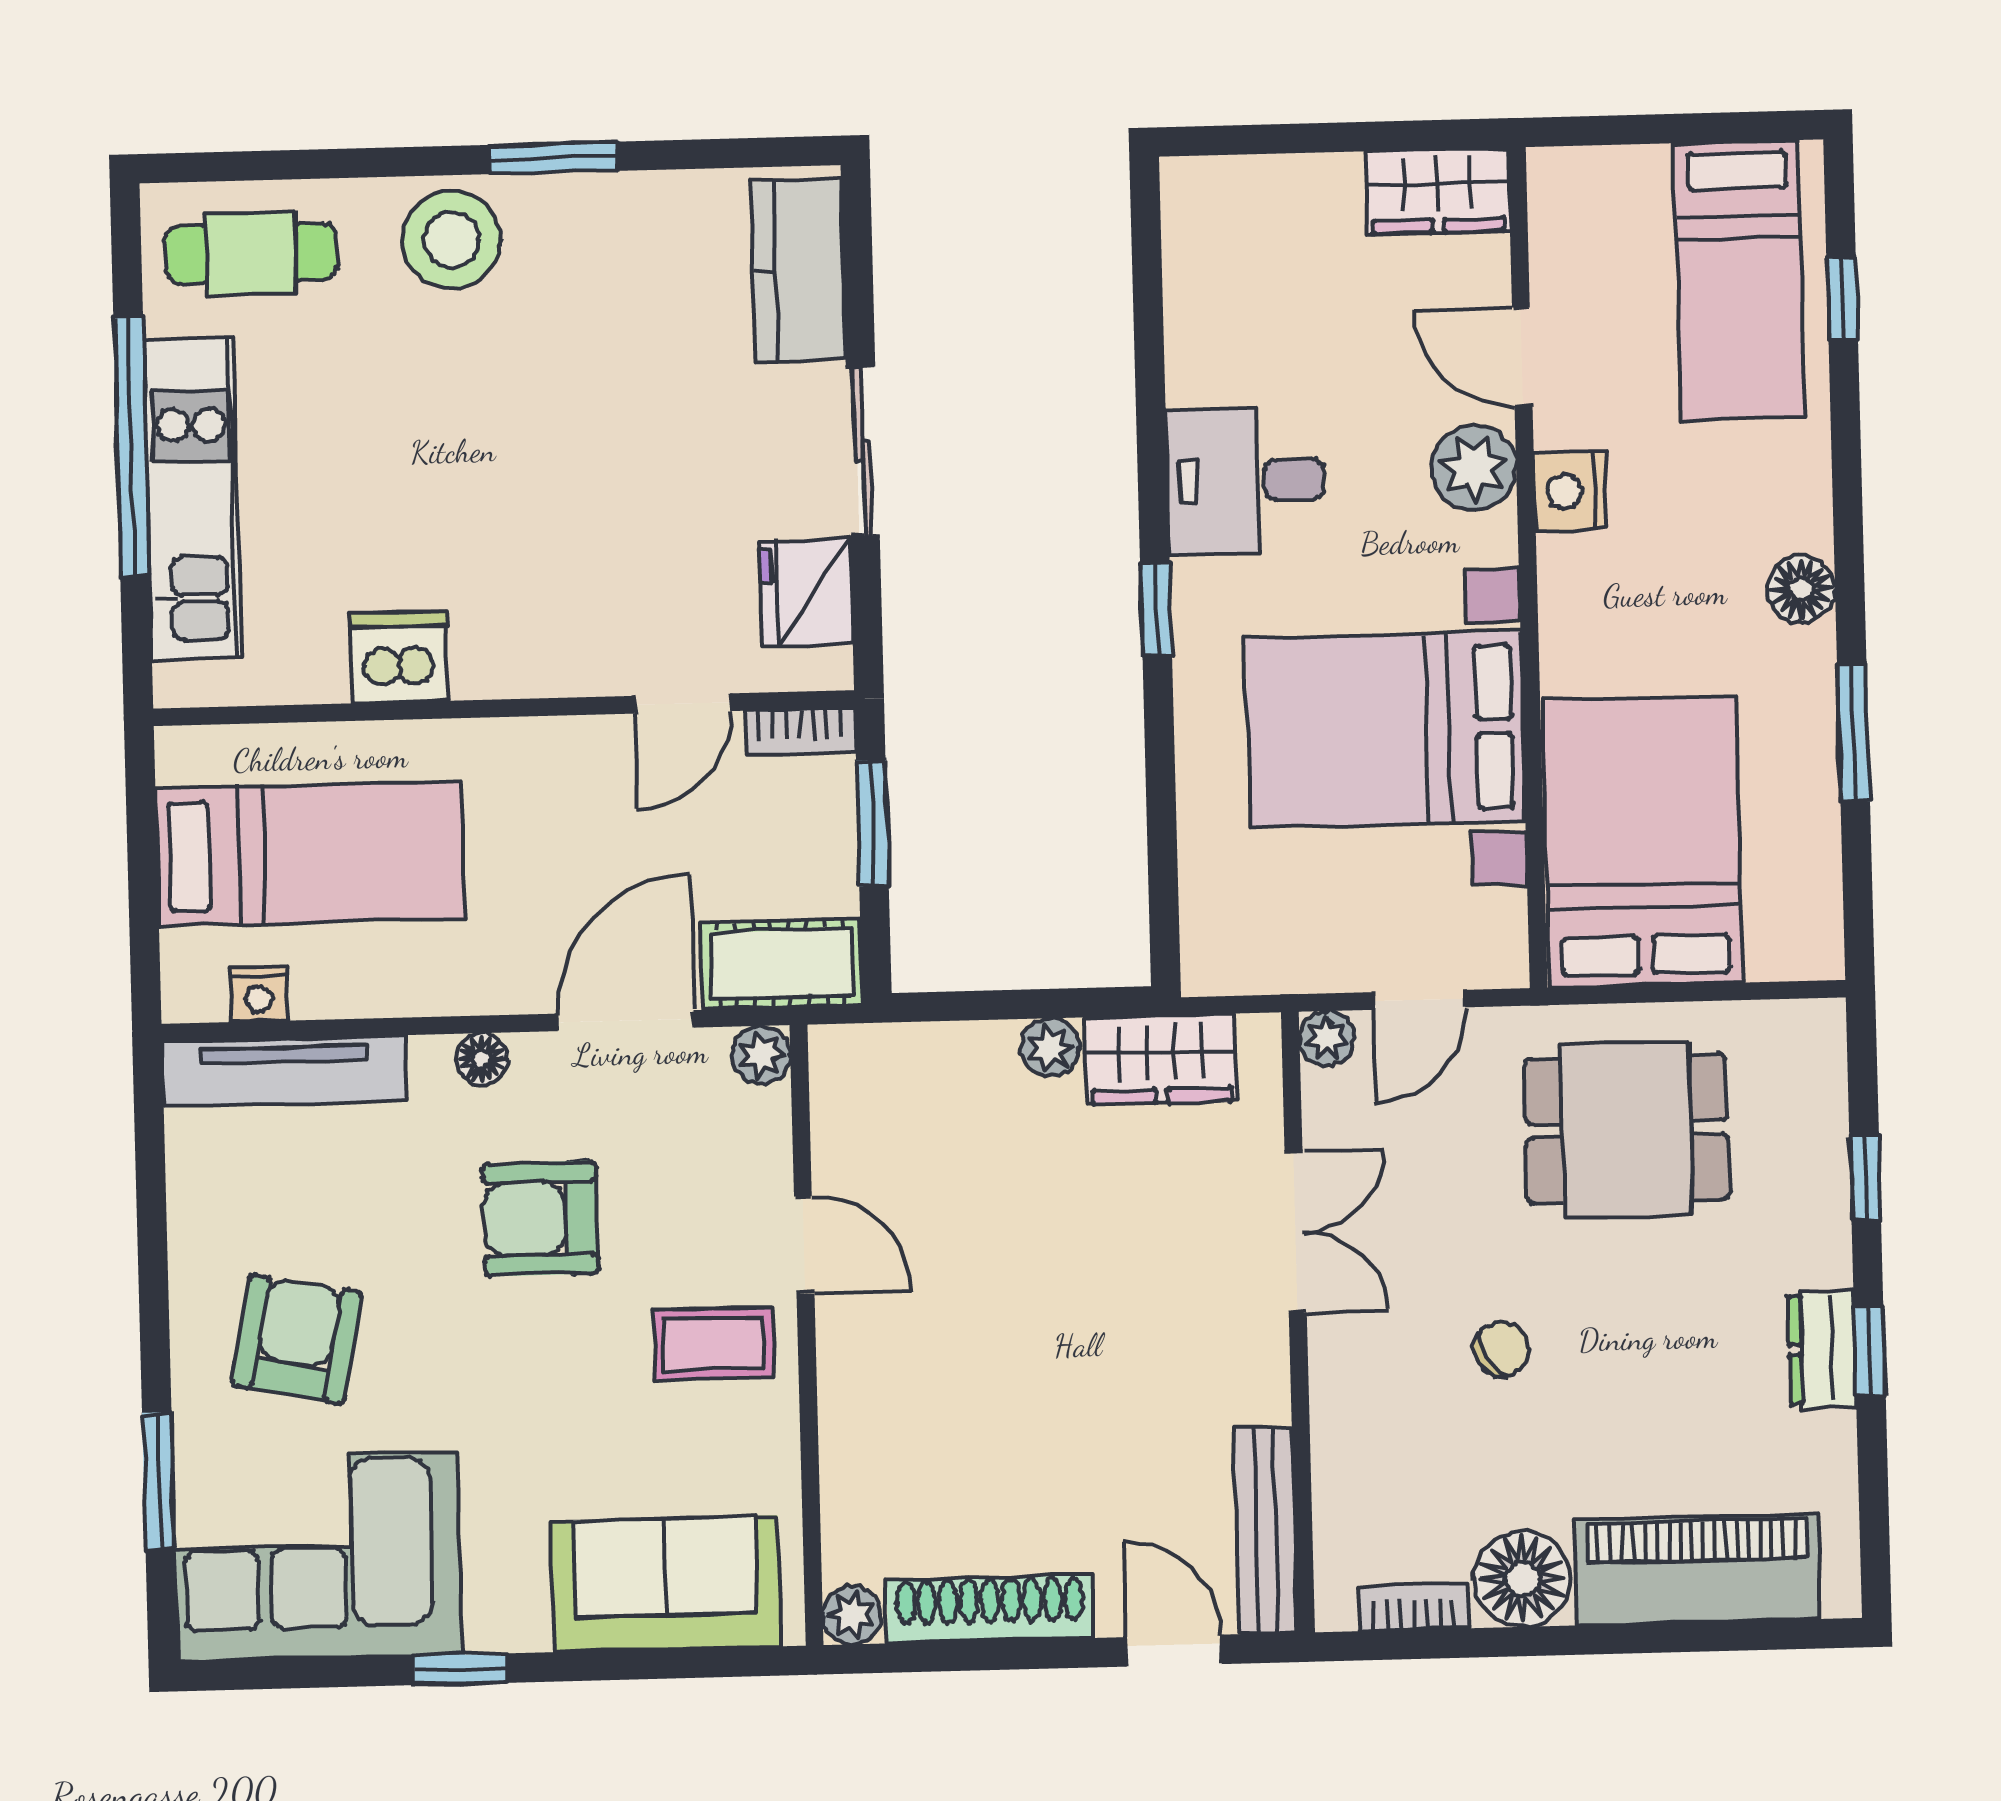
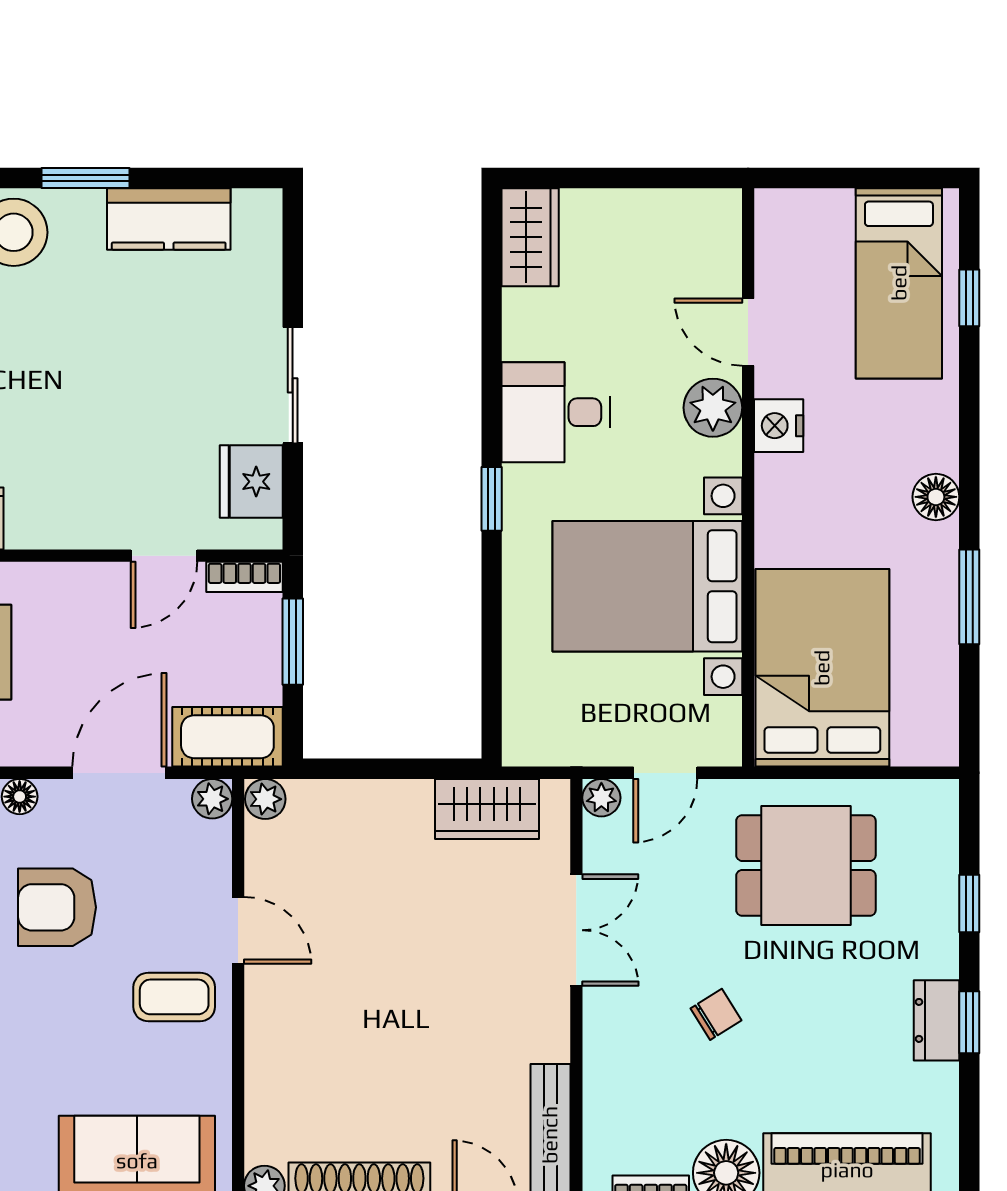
wardrobe: (1438, 191) -> (530, 237), moved, turned -90
kitchen counter: (798, 270) -> (169, 219), moved, turned -90
plant: (1050, 1048) -> (265, 799), moved

